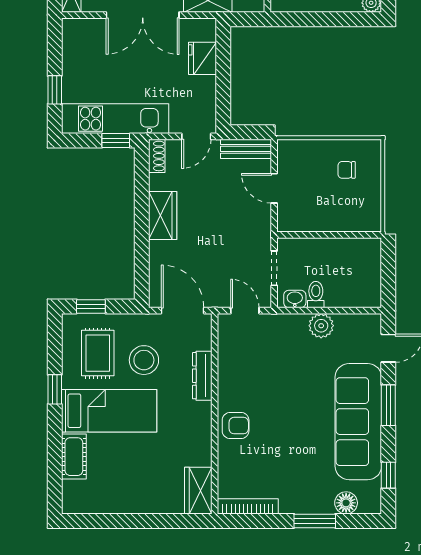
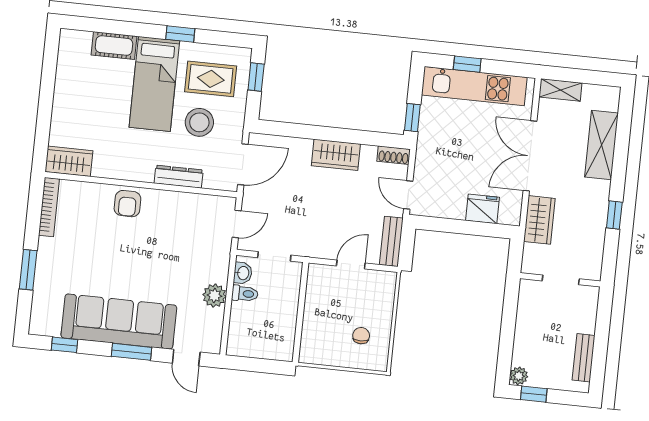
kitchen unit: (115, 119) -> (474, 86), moved, turned 90
floor lamp: (346, 503) -> (42, 302), removed

